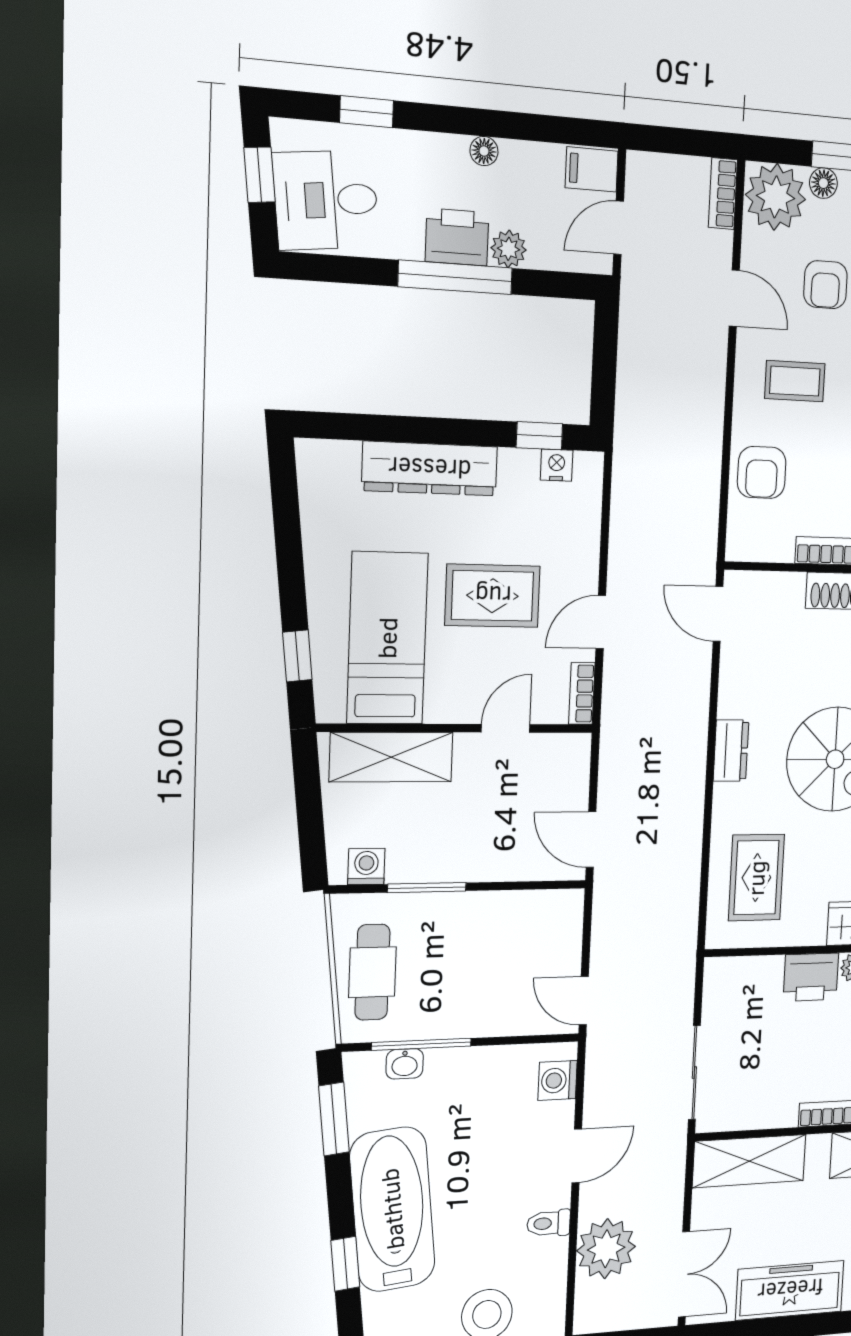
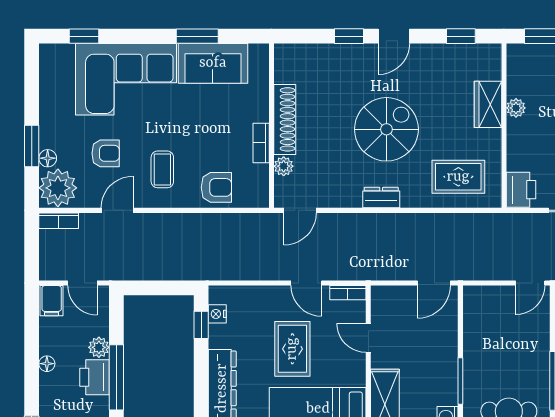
plant: (788, 588) -> (284, 166), added
printer: (811, 977) -> (521, 190), moved

